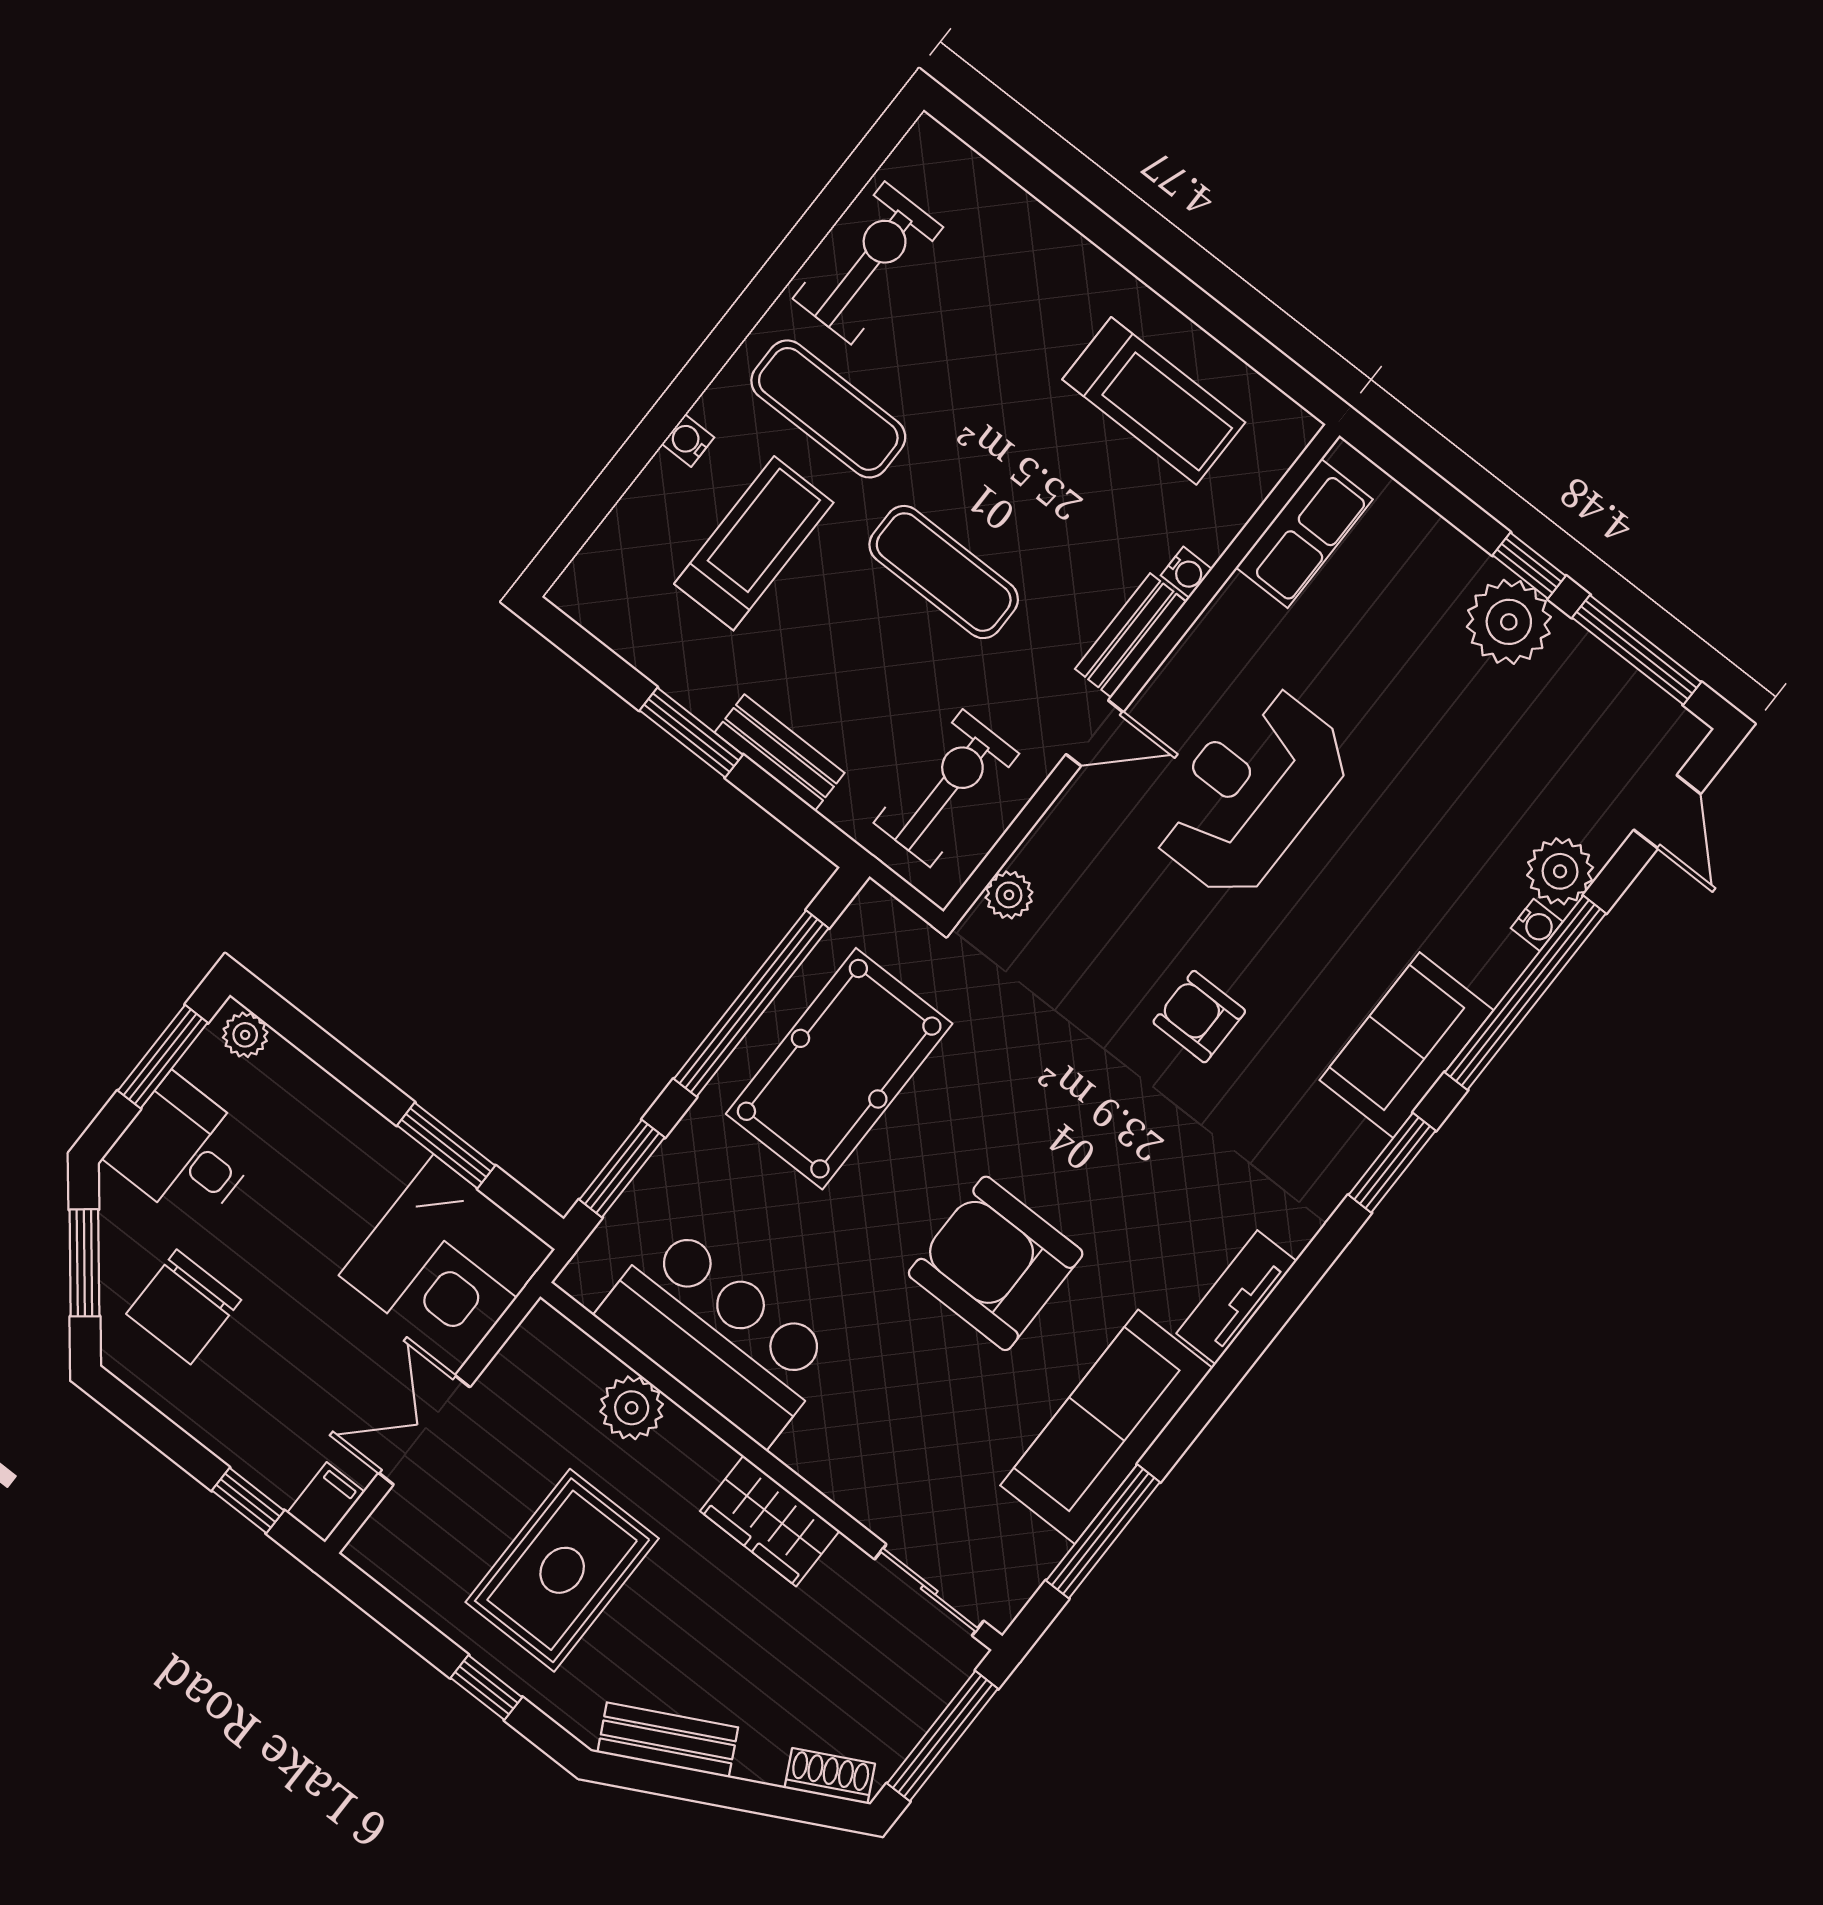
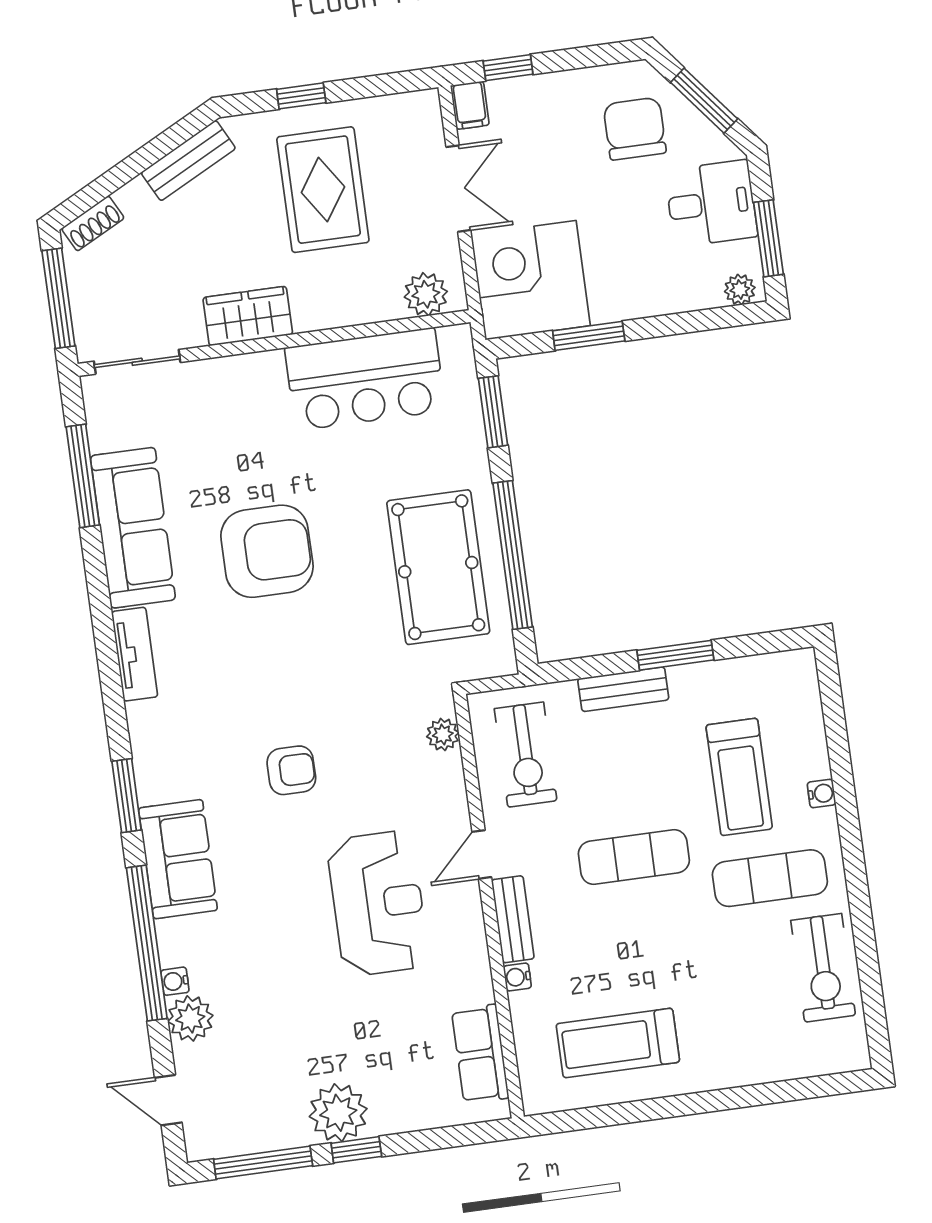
plant: (632, 1408) -> (426, 294), moved

